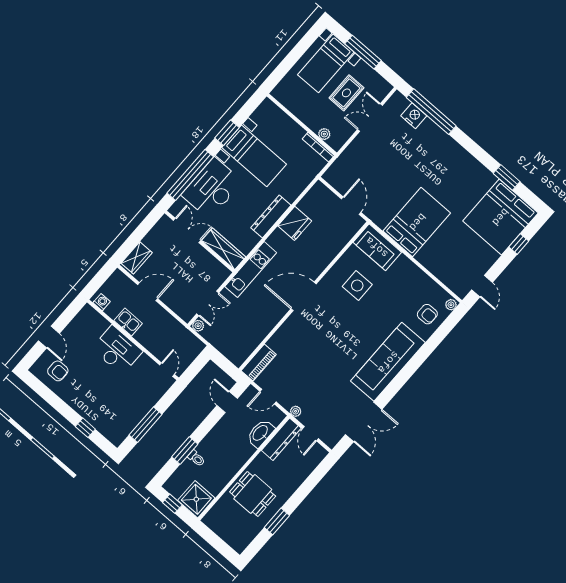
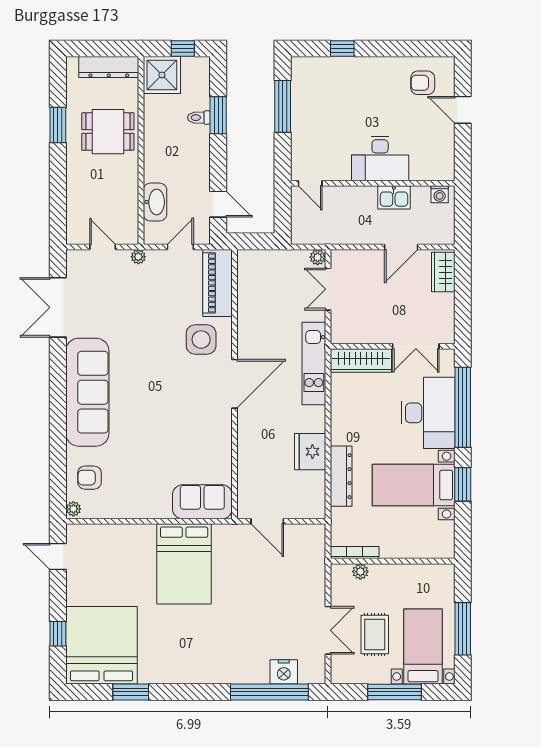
window: (296, 54) -> (463, 629), added
dresser: (271, 216) -> (341, 476), moved
side table: (357, 286) -> (201, 340), moved
piano: (259, 363) -> (217, 283), width x1.37, depth x1.33
dresser: (281, 439) -> (109, 67), moved, turned -90

